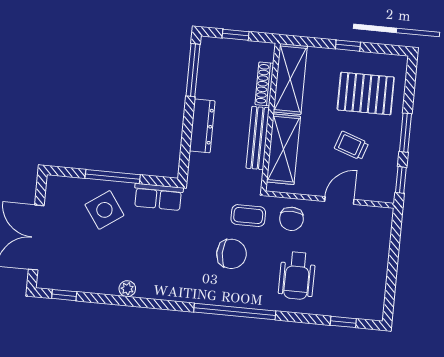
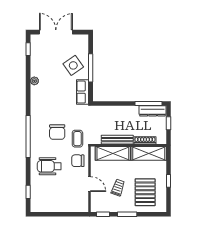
dresser: (202, 126) -> (153, 111), moved

